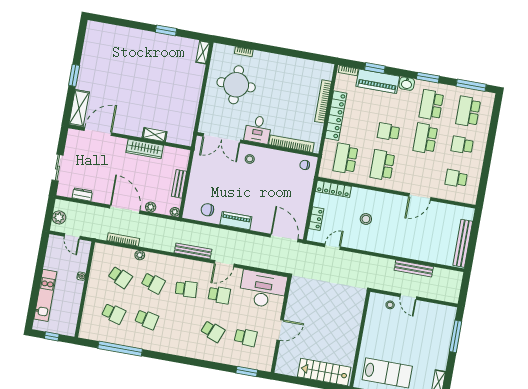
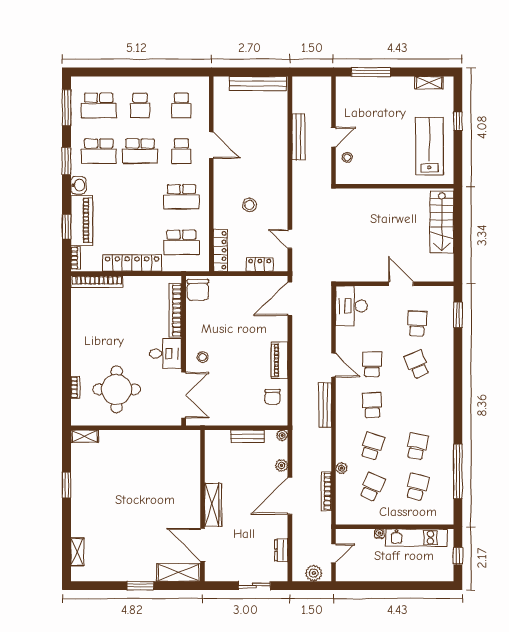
bookcase: (323, 101) -> (97, 282), moved
school desk: (388, 132) -> (181, 151), moved
shelving: (155, 135) -> (77, 552), moved
wardrobe: (145, 149) -> (213, 505), moved
chair: (305, 165) -> (198, 290), width x1.87, depth x1.87
desk: (263, 289) -> (351, 306), width x0.73, depth x0.77
kitchen unit: (45, 295) -> (416, 538), moved, turned 180
school desk: (213, 331) -> (417, 364), turned -45

